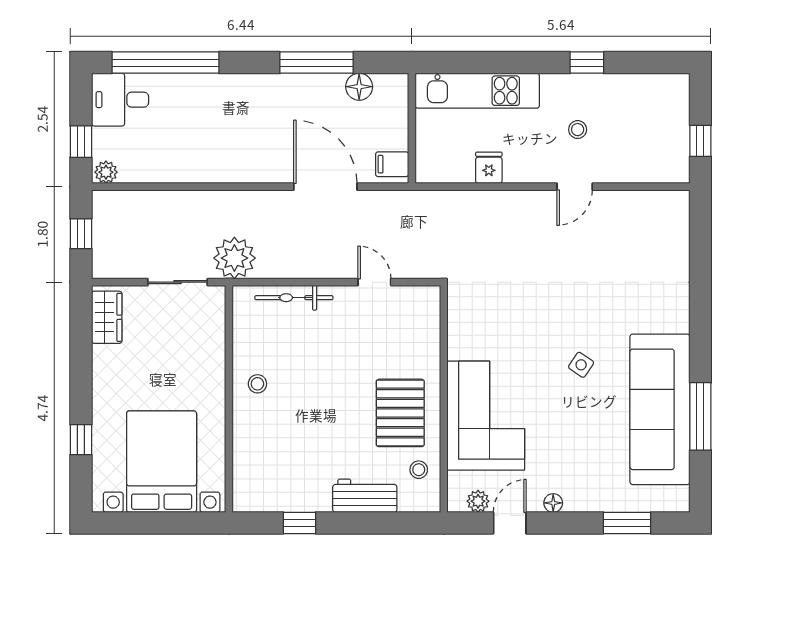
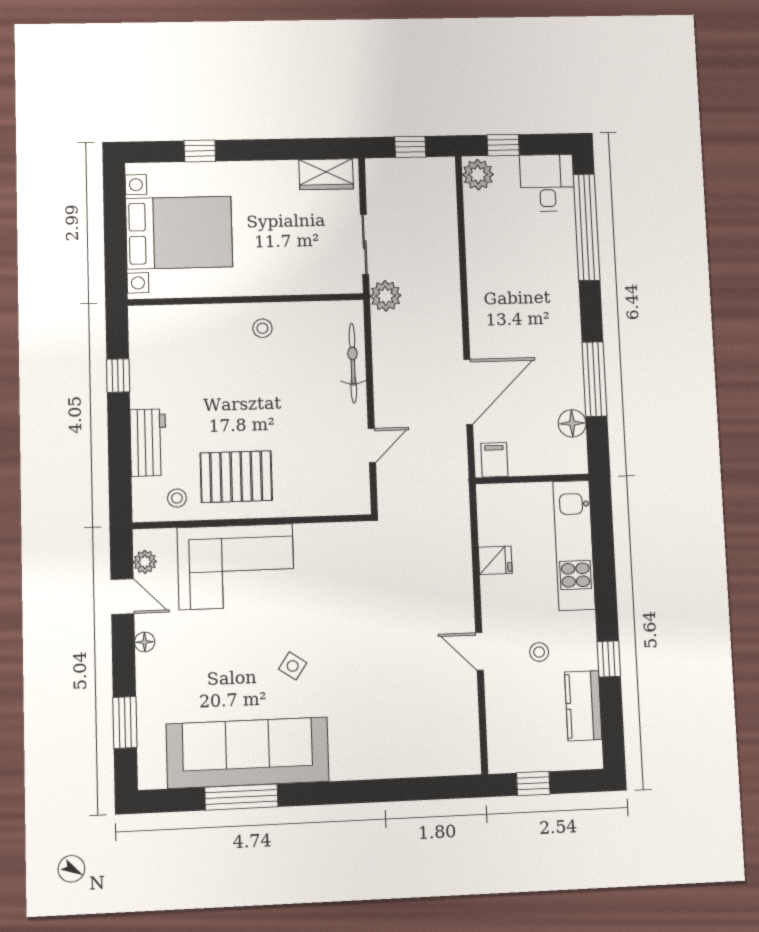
kitchen counter: (630, 89) -> (583, 706), added
plant: (106, 172) -> (478, 175), width x1.38, depth x1.38
plant: (234, 258) -> (385, 296), width x0.73, depth x0.73

